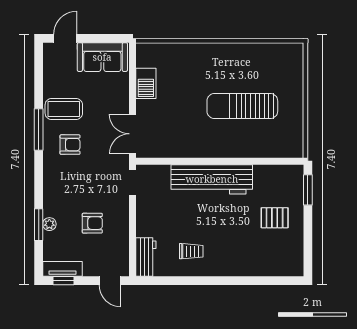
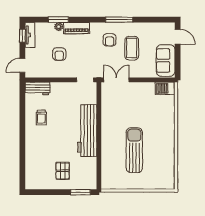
barbecue: (146, 83) -> (165, 88), moved
coffee table: (64, 109) -> (132, 48), moved
piano: (52, 196) -> (77, 28), added

